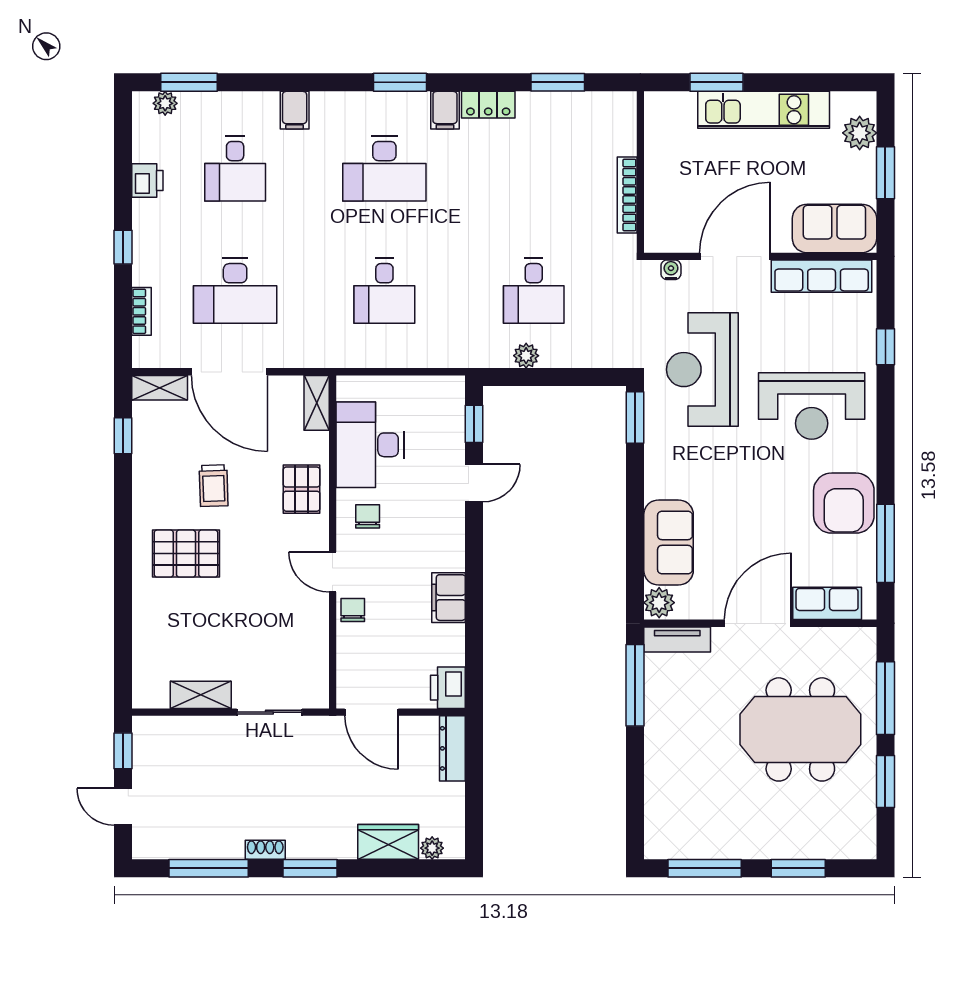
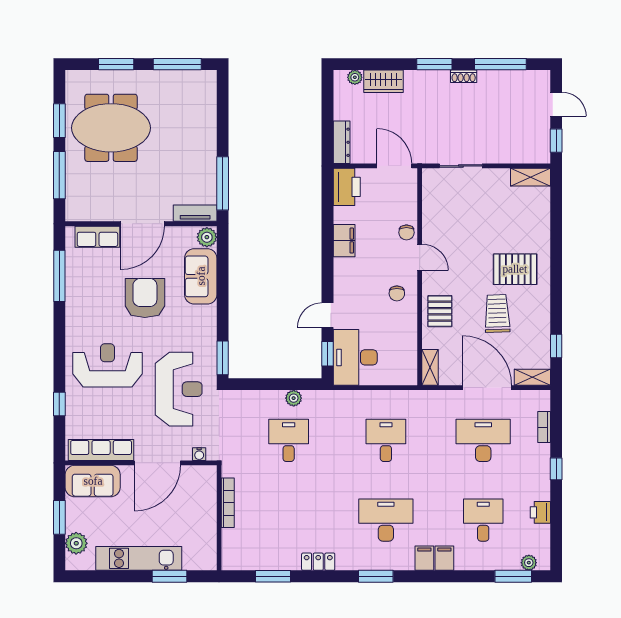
filing cabinet: (445, 110) -> (424, 558), moved
desk: (370, 445) -> (355, 357), moved, turned 180
trolley: (214, 486) -> (497, 313), width x1.36, depth x1.39
armchair: (844, 503) -> (145, 298), moved
printer: (448, 688) -> (347, 187), width x1.37, depth x1.19
shelving: (201, 695) -> (531, 177), moved
meeting table: (800, 729) -> (111, 128), moved

